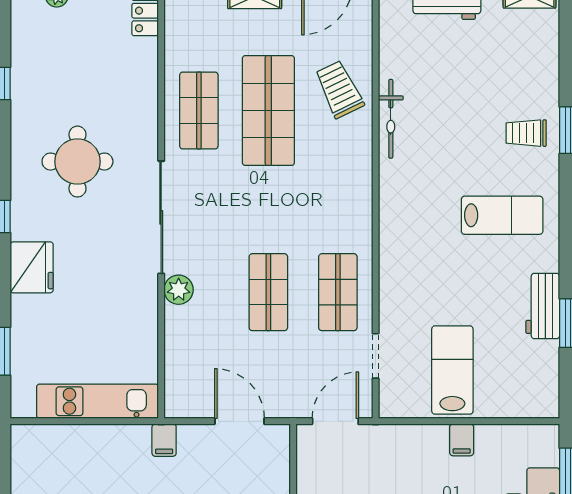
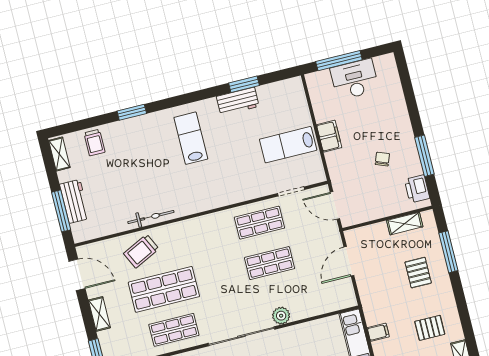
trolley: (526, 133) -> (94, 143), moved
filing cabinet: (164, 440) -> (378, 332), moved
filing cabinet: (462, 440) -> (329, 136), width x2.00

